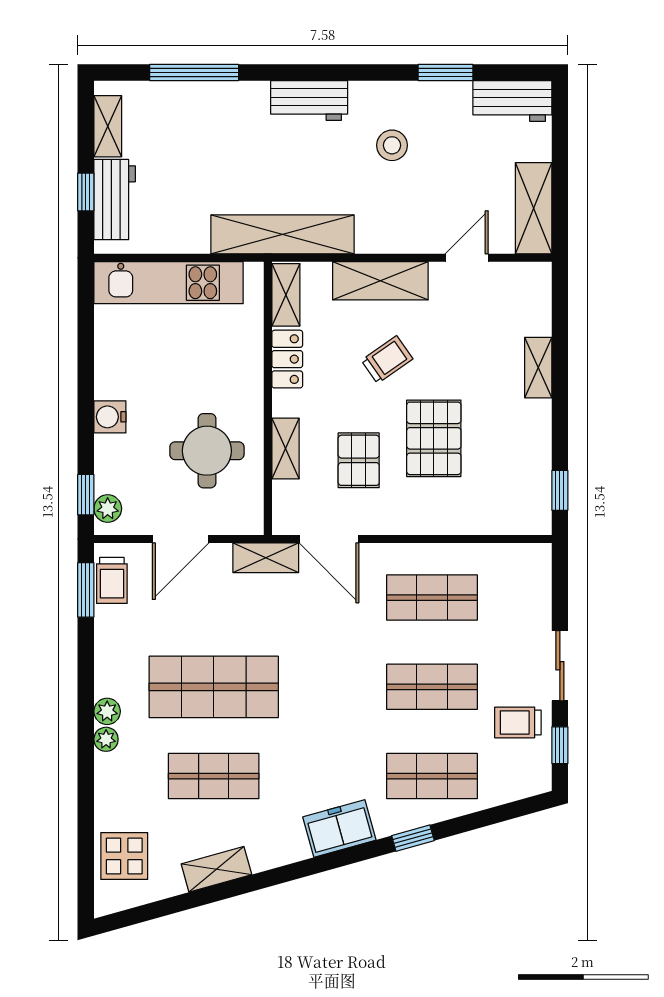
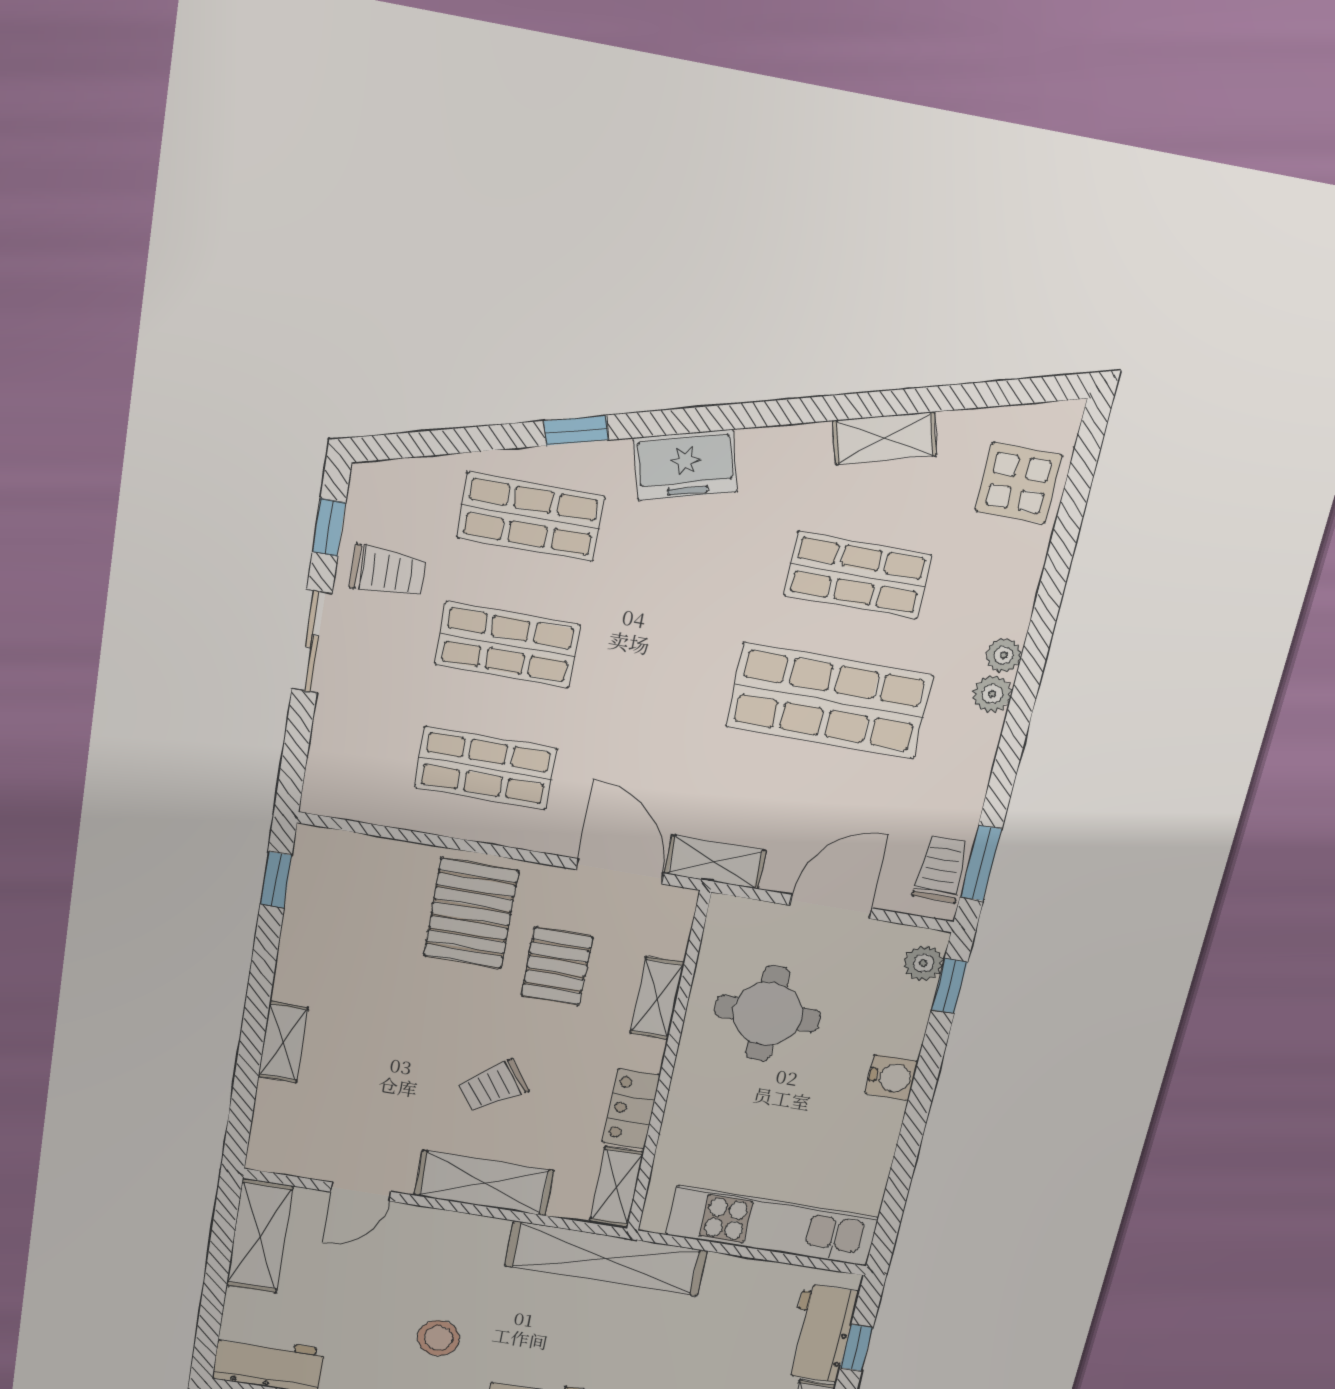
pallet: (434, 438) -> (471, 913), moved

